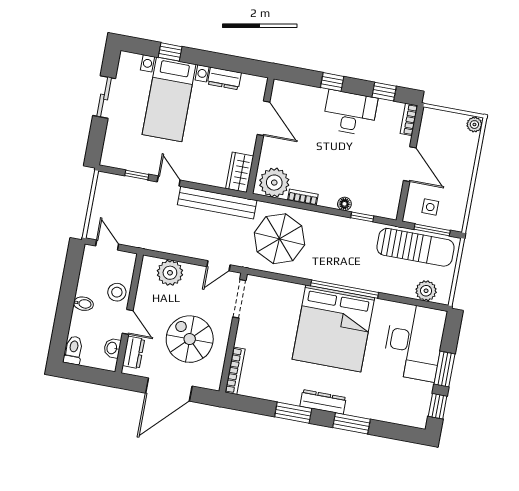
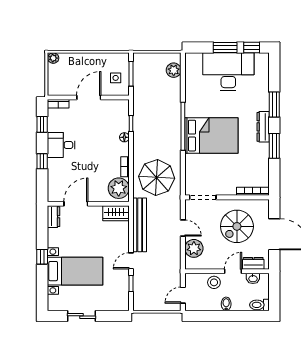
window: (170, 52) -> (42, 257), moved
dresser: (224, 78) -> (53, 217), moved
desk: (350, 113) -> (61, 145), width x0.73
sun lounger: (415, 247) -> (145, 83), removed
door: (219, 266) -> (183, 228), moved
bed: (333, 328) -> (211, 136), width x0.73
desk: (414, 342) -> (228, 72), moved

